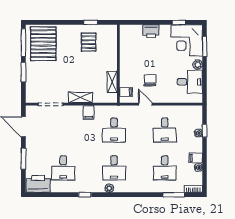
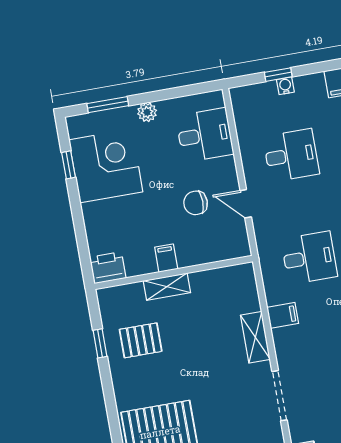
printer: (151, 31) -> (108, 268), moved, turned -90
corner desk: (187, 40) -> (106, 166), moved, turned -90
shelving: (112, 82) -> (167, 287), moved
desk: (190, 82) -> (205, 135), moved, turned 90
filing cabinet: (126, 92) -> (166, 258), moved
door: (145, 104) -> (246, 204), hinge flipped

